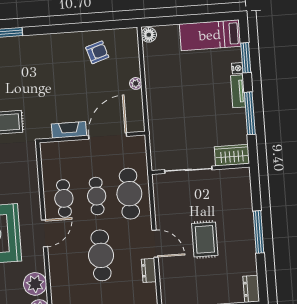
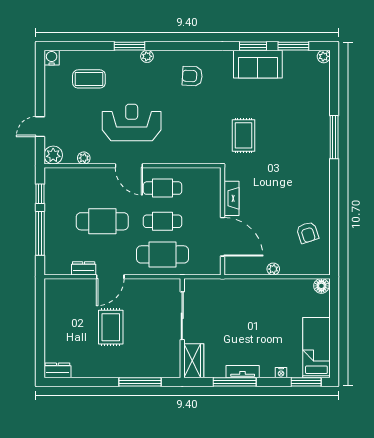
window: (246, 58) -> (306, 382), moved
tv unit: (238, 91) -> (243, 372), moved
window: (259, 232) -> (140, 382), moved
rug: (205, 239) -> (111, 327), turned 90
plant: (35, 284) -> (84, 158), width x0.53, depth x0.53

